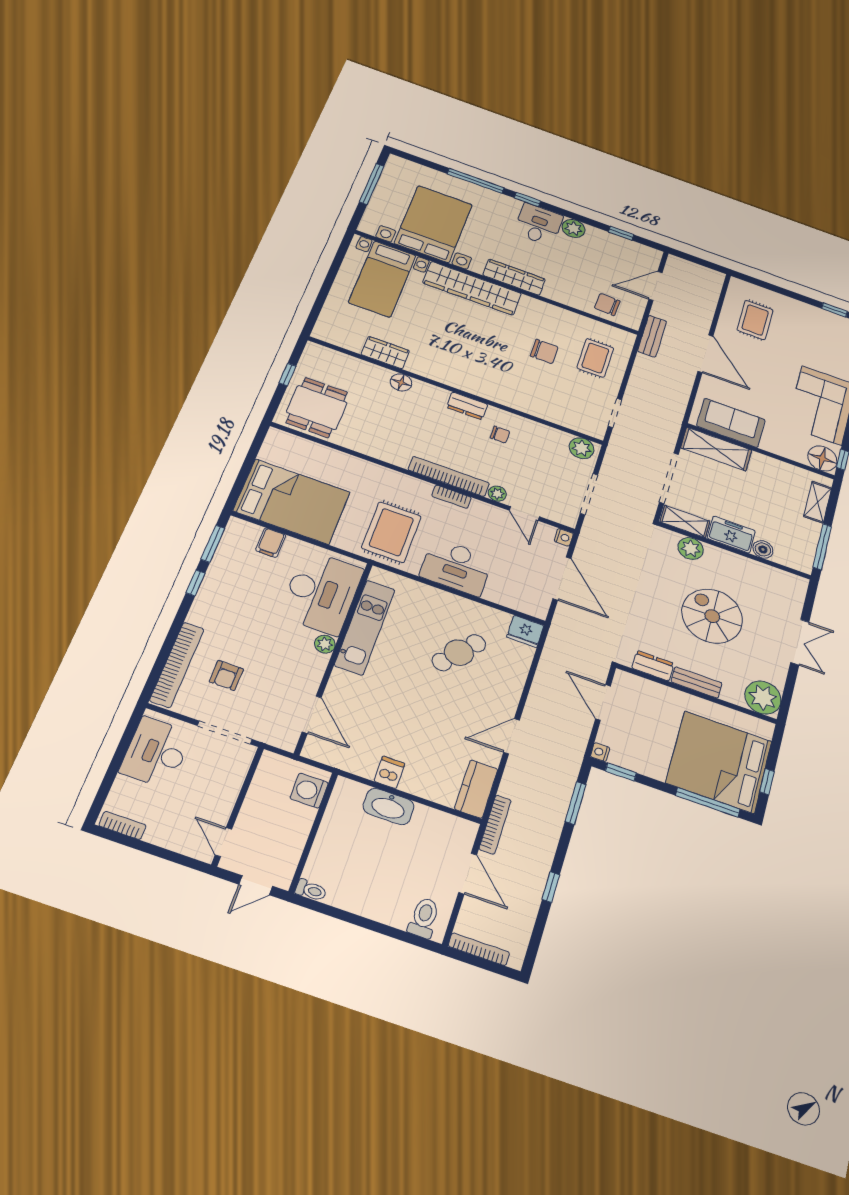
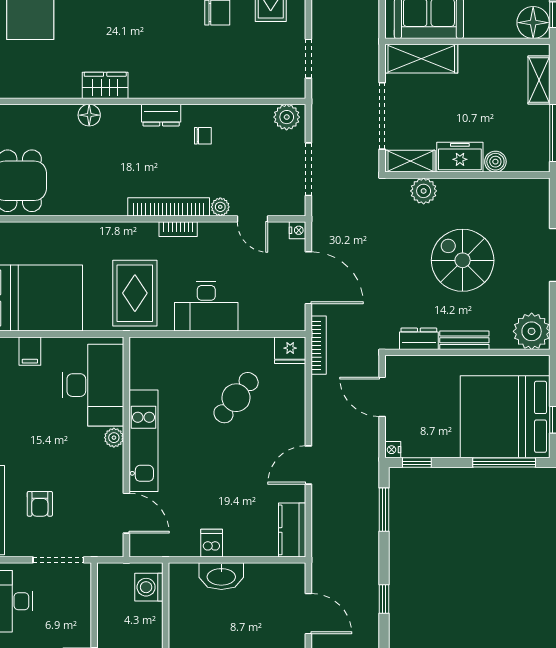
wardrobe: (385, 353) -> (105, 85), moved
kitchen unit: (365, 627) -> (144, 441), moved
bookcase: (495, 825) -> (319, 345), moved

